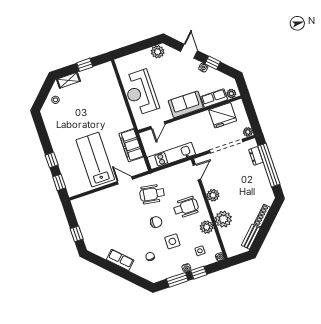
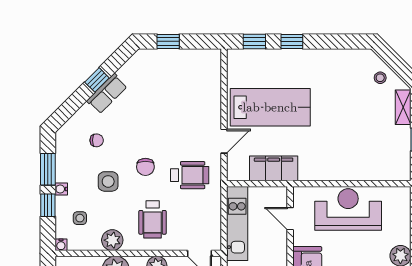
wheelchair: (152, 194) -> (190, 175), turned 81
window: (114, 269) -> (97, 80), added

